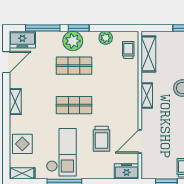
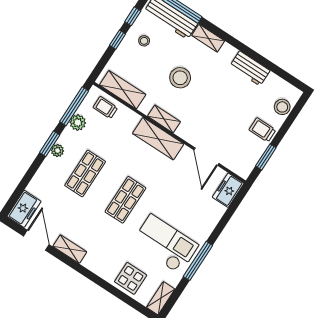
window: (43, 28) -> (74, 106), moved
plant: (73, 41) -> (57, 151), width x0.53, depth x0.53
shelving: (131, 100) -> (158, 139), added
shelving: (15, 102) -> (70, 249), moved
trolley: (102, 139) -> (178, 194), removed

